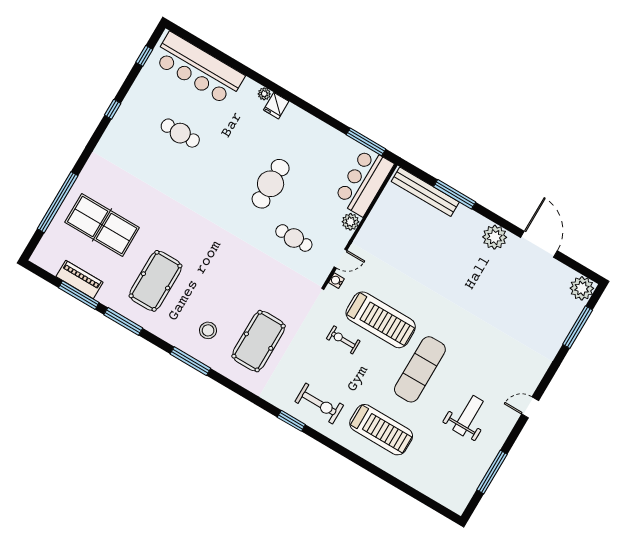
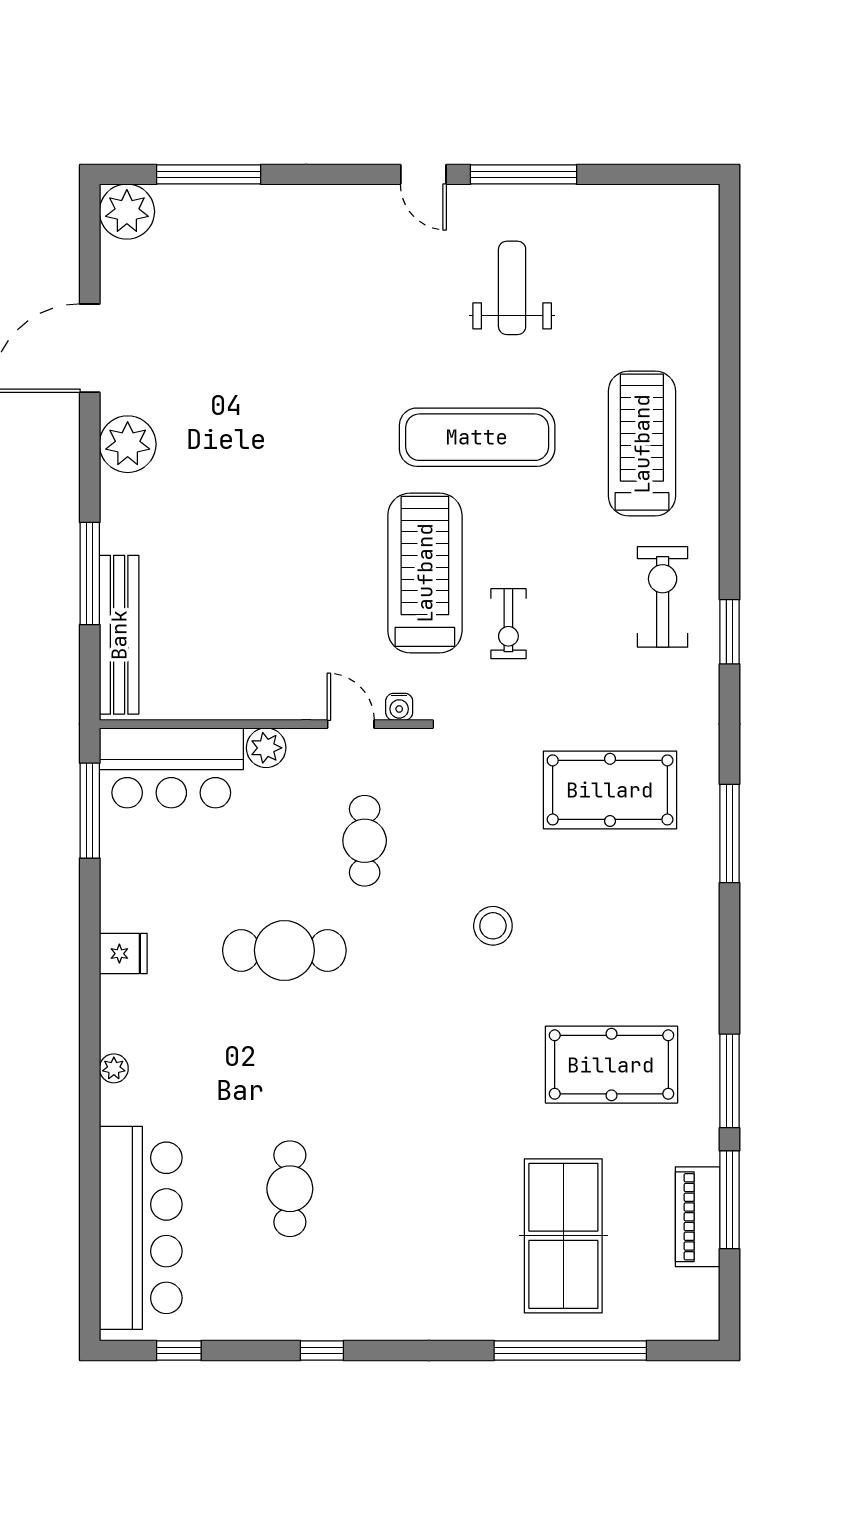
fridge: (276, 106) -> (123, 954), moved
stool: (208, 330) -> (493, 926), moved
window: (190, 361) -> (729, 833), moved
weight bench: (468, 416) -> (512, 288), turned 90
window: (492, 472) -> (523, 174), moved

